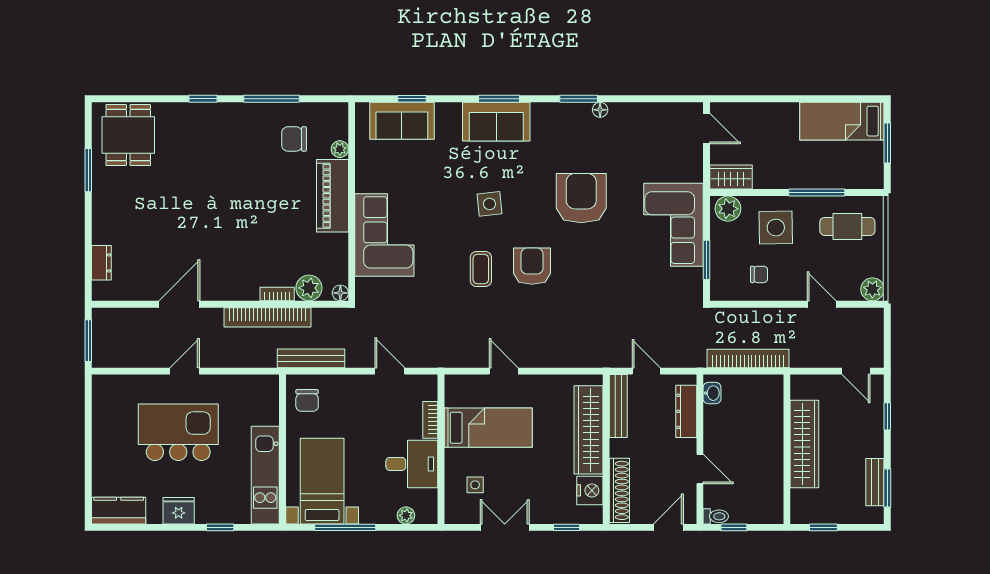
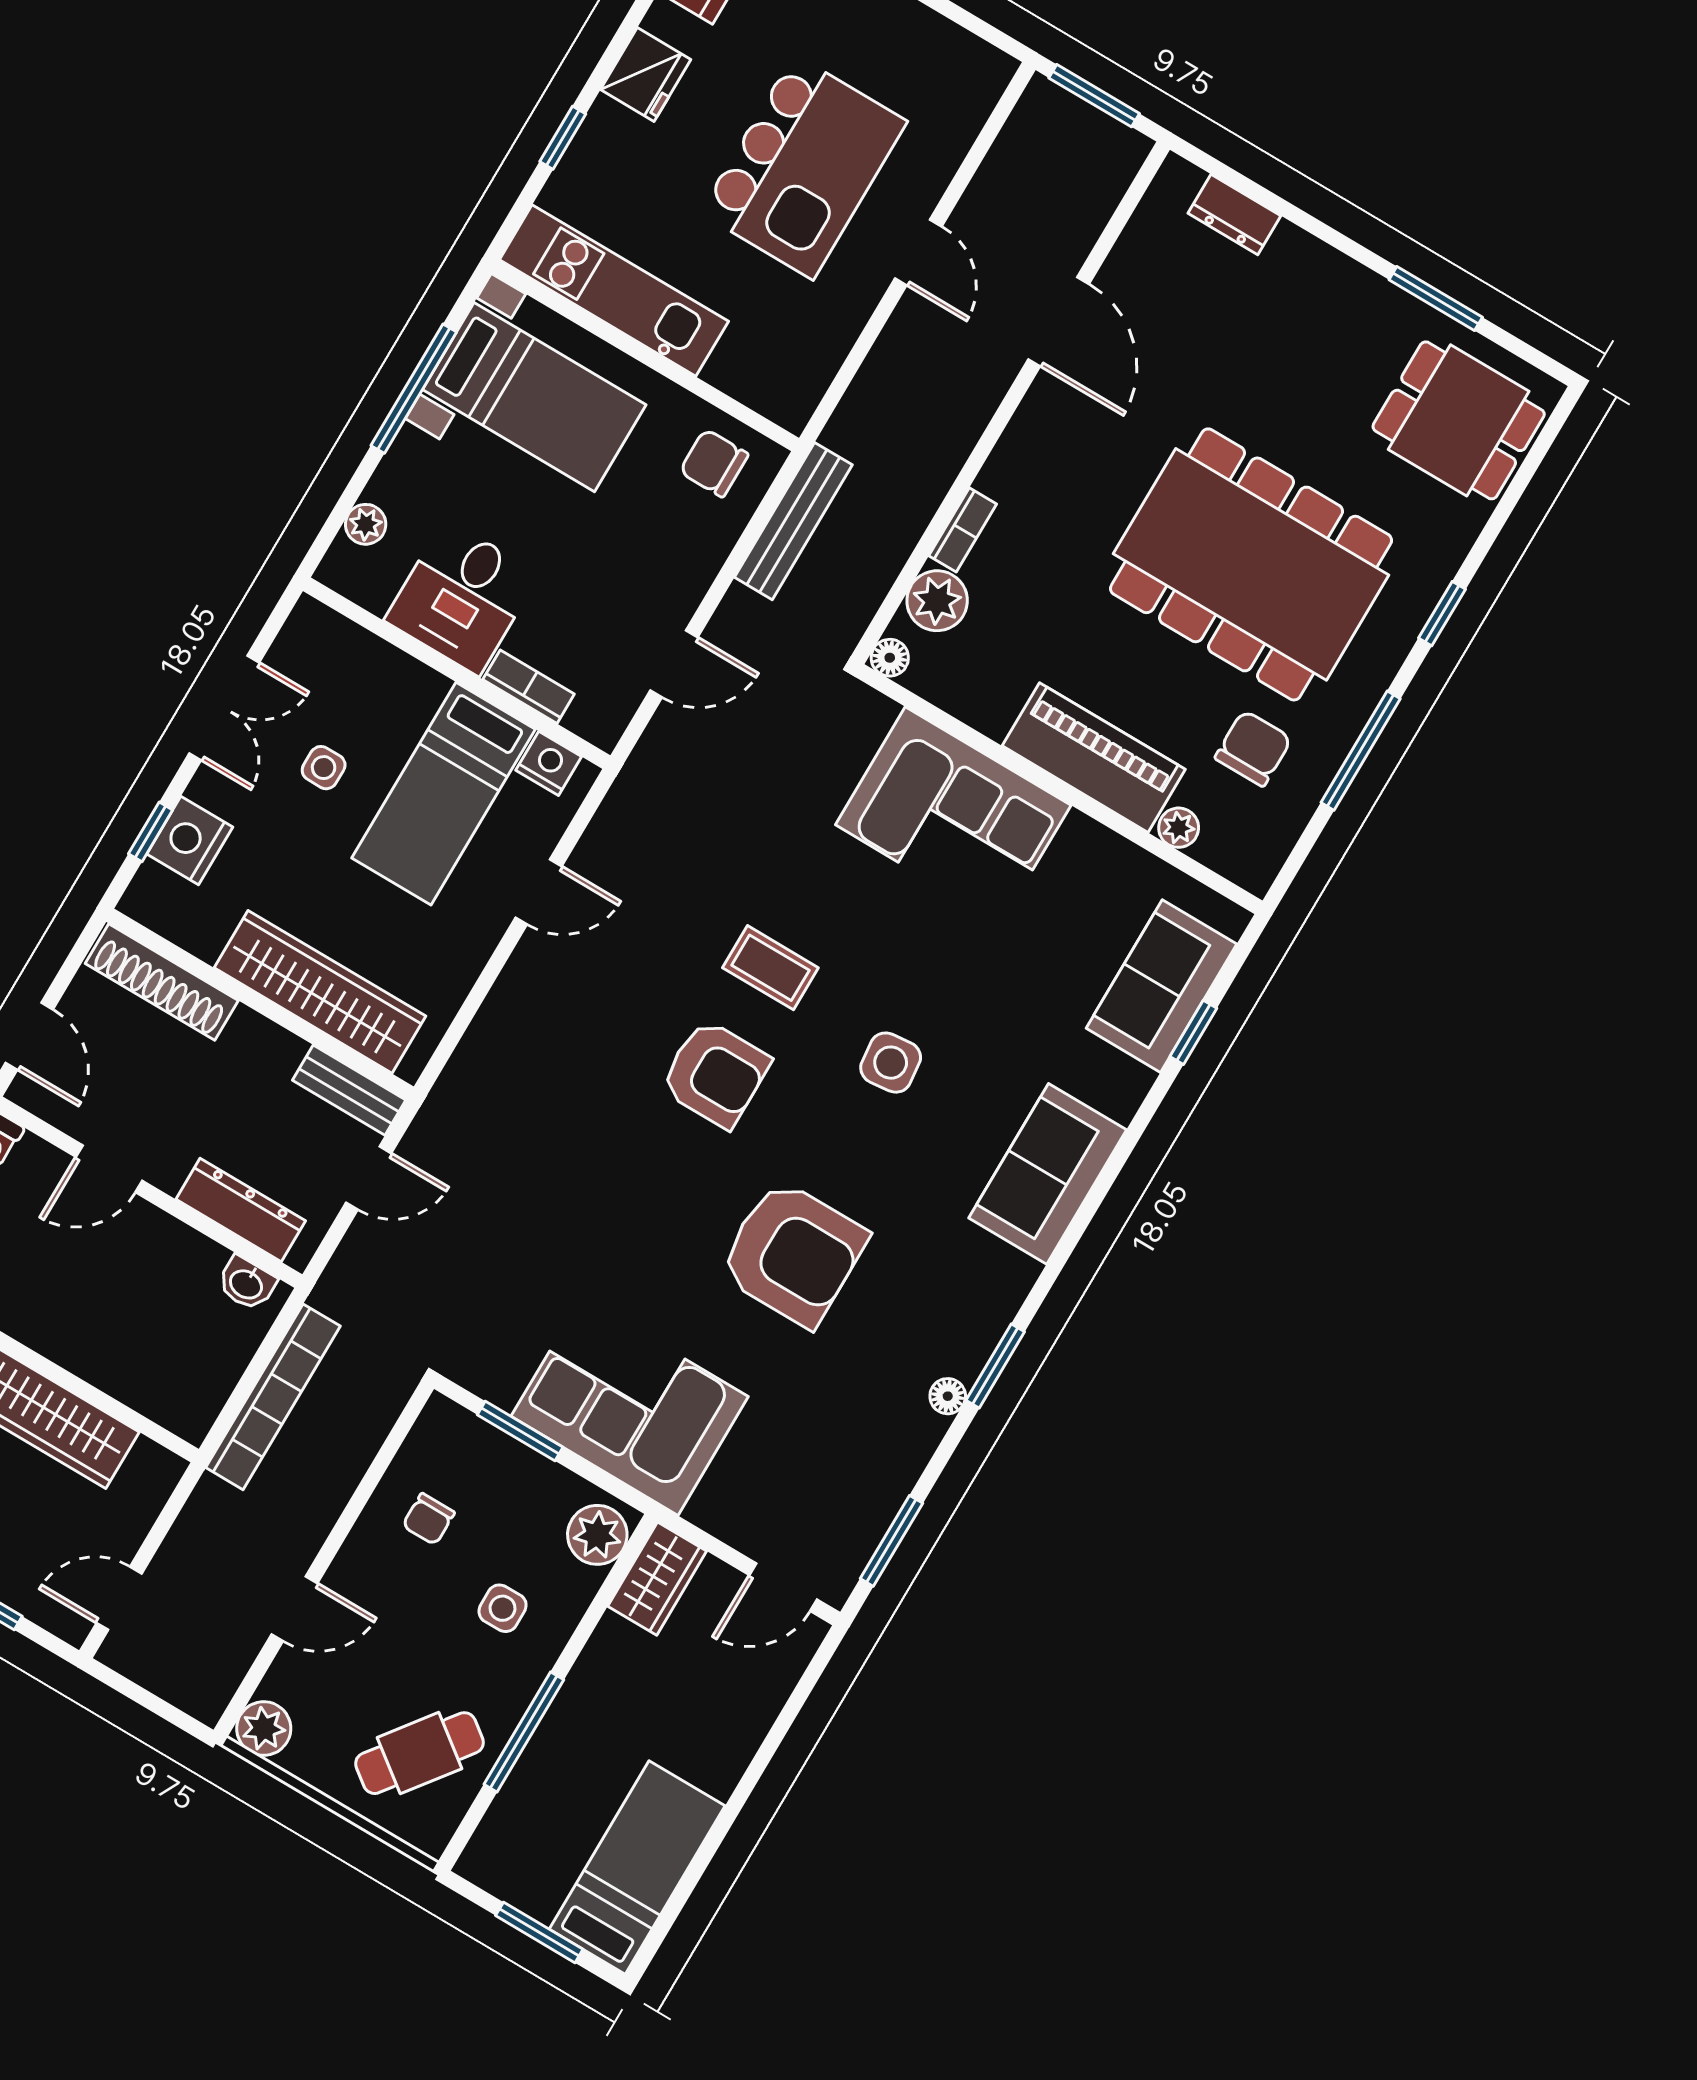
window: (499, 99) -> (891, 1541), moved
dining table: (227, 180) -> (1251, 564), added
cafe table: (847, 226) -> (419, 1753), turned 37
side table: (776, 228) -> (503, 1608), width x0.54, depth x0.54
bookcase: (268, 317) -> (927, 483), removed
nightstand: (454, 396) -> (549, 763), added
bench: (618, 406) -> (349, 1090), width x0.73
side table: (475, 485) -> (324, 768), moved
nightstand: (590, 490) -> (190, 841), moved, turned 90

